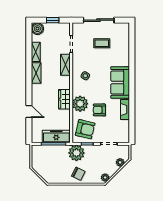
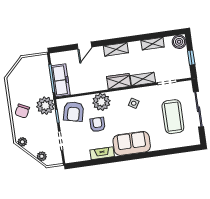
coffee table: (102, 43) -> (173, 117), width x1.86, depth x1.72
shelving: (36, 73) -> (116, 49), moved
wardrobe: (64, 99) -> (119, 81), moved

